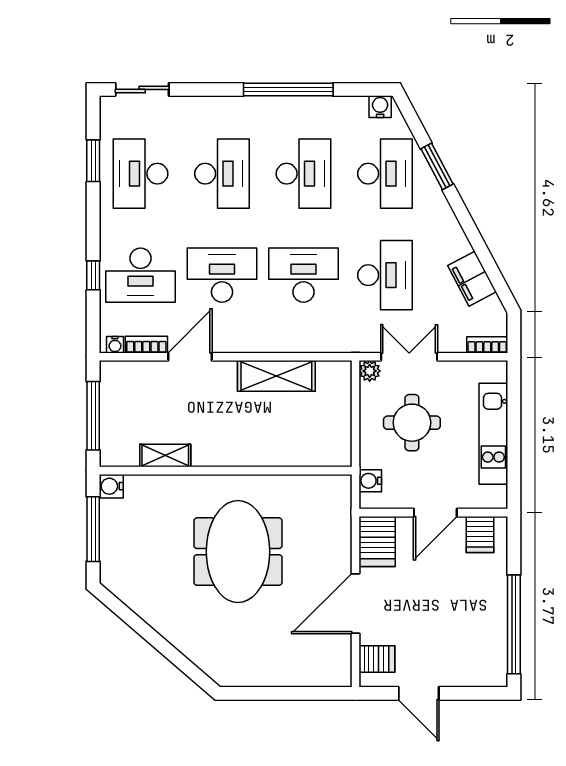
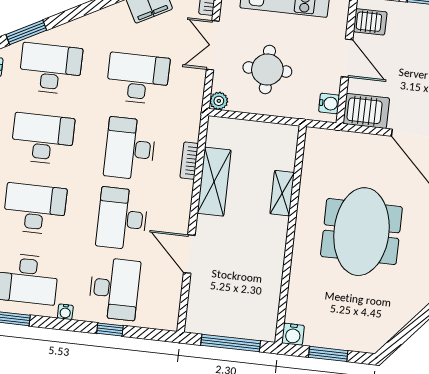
window: (437, 166) -> (26, 32), moved
water cooler: (115, 345) -> (65, 312), moved, turned 90
bookcase: (146, 345) -> (189, 161), moved
double door: (409, 357) -> (213, 45), moved
shelving: (165, 455) -> (282, 193), moved
water cooler: (370, 481) -> (329, 103), moved, turned -90
window: (93, 529) -> (328, 354), width x0.69
meeting table: (238, 552) -> (361, 232), turned 90

